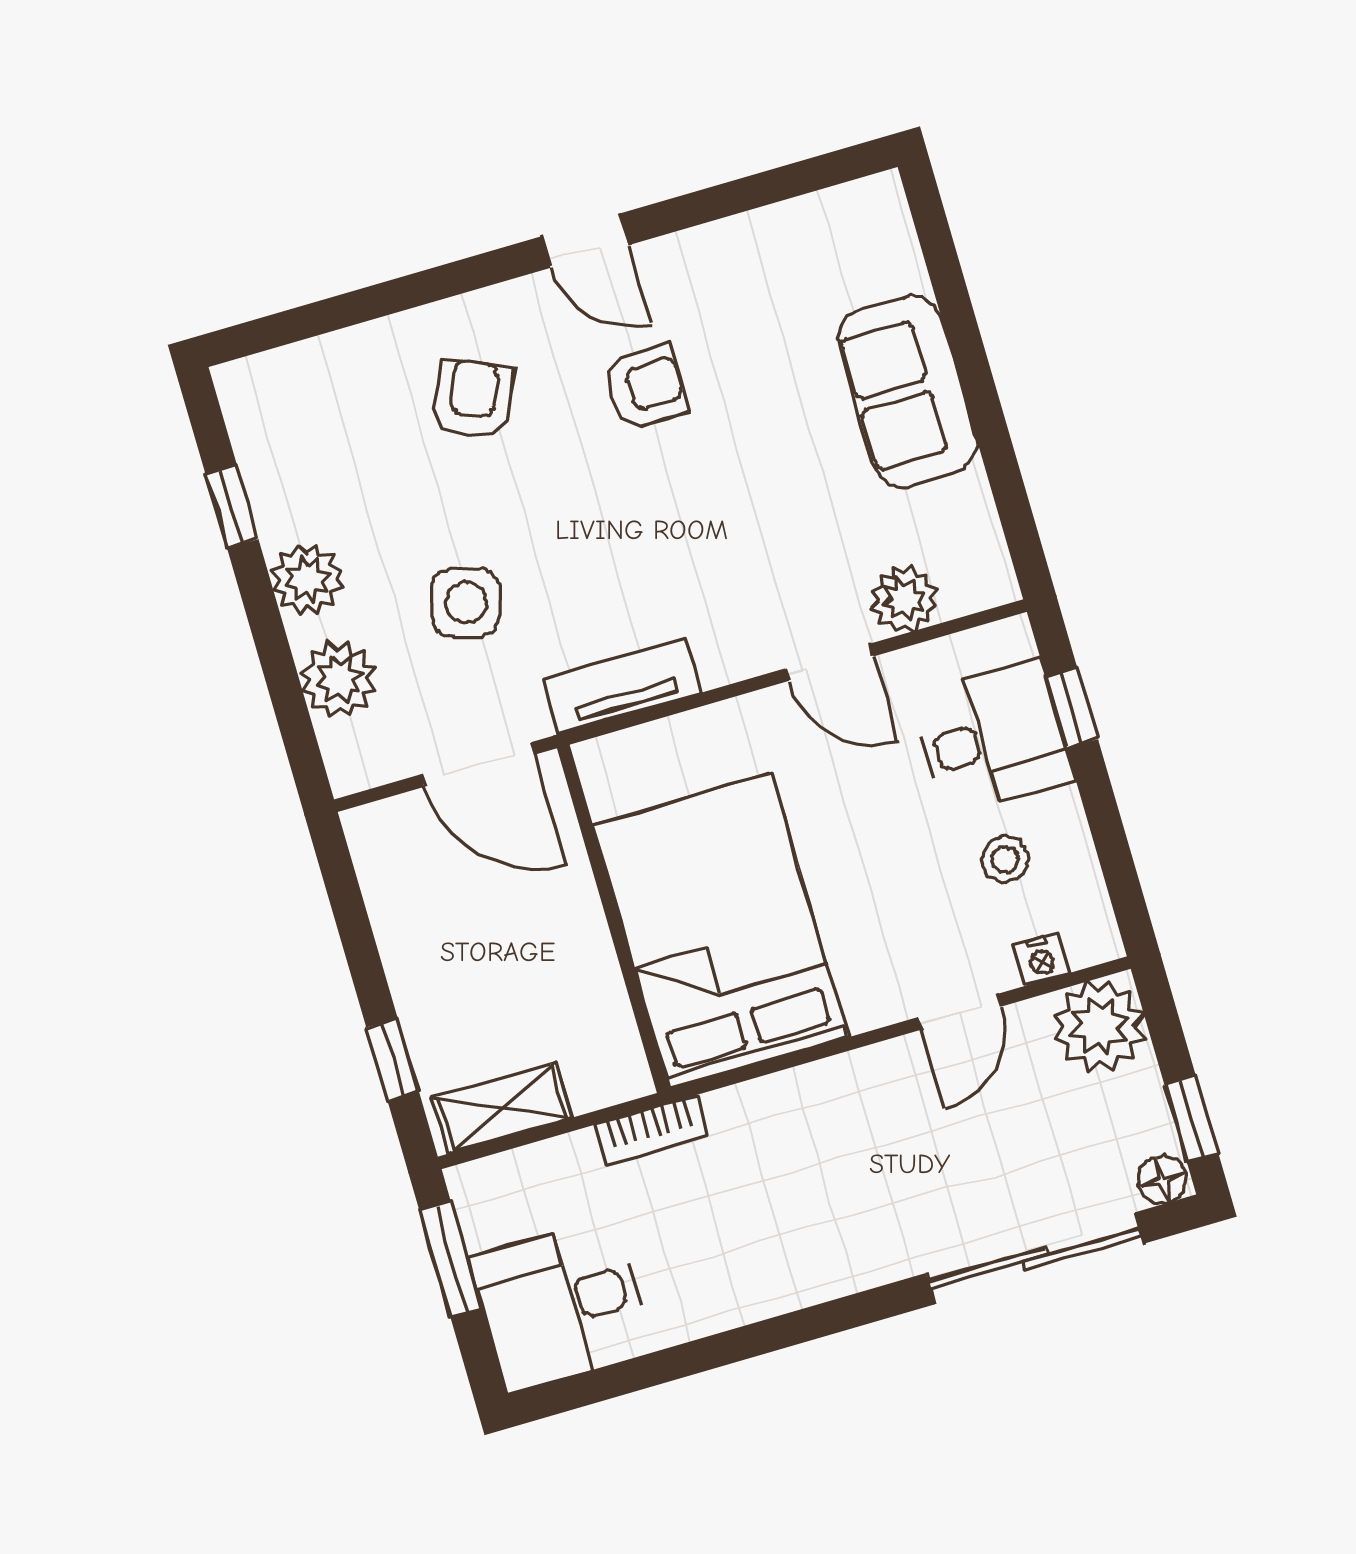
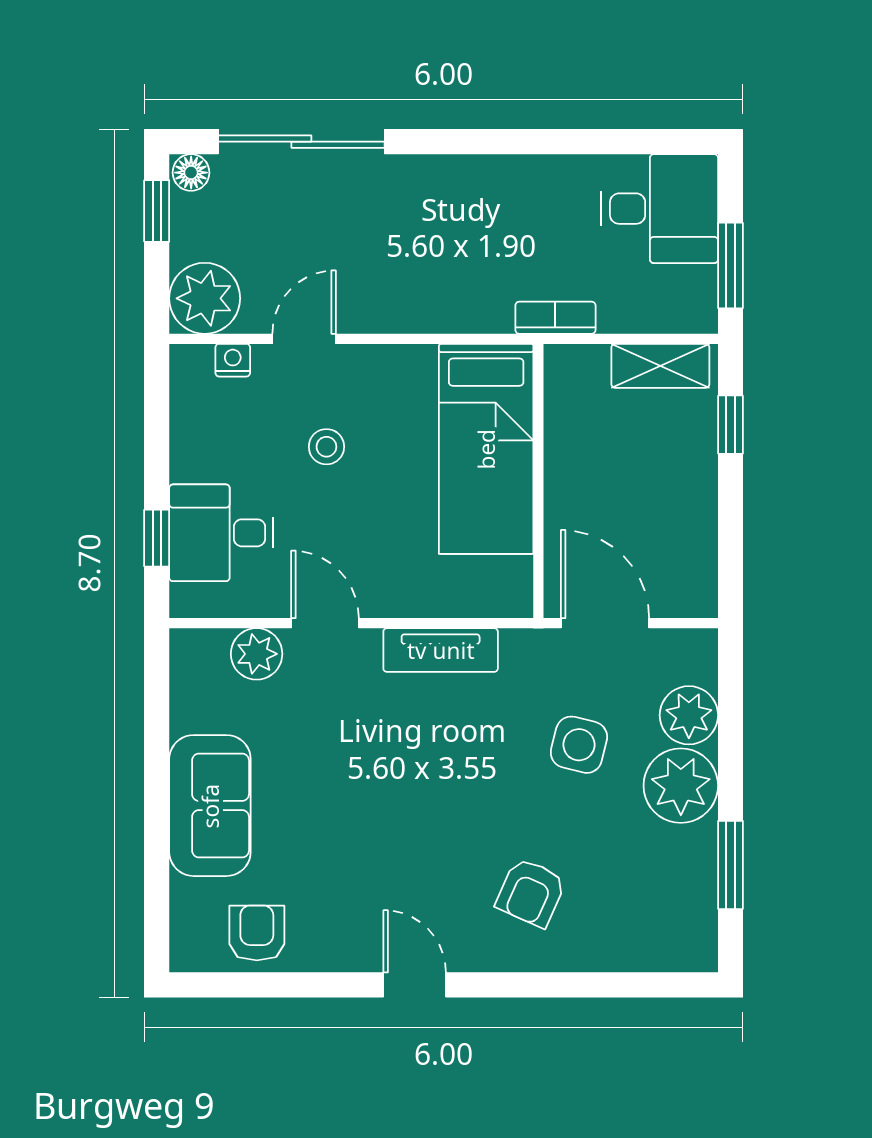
armchair: (645, 387) -> (257, 933), moved, turned 90
window: (232, 507) -> (730, 865), width x1.50
plant: (307, 579) -> (681, 786), width x1.36, depth x1.36
tv unit: (622, 686) -> (441, 650), moved
stool: (1005, 860) -> (326, 447), moved
bed: (720, 931) -> (486, 449), width x0.67

